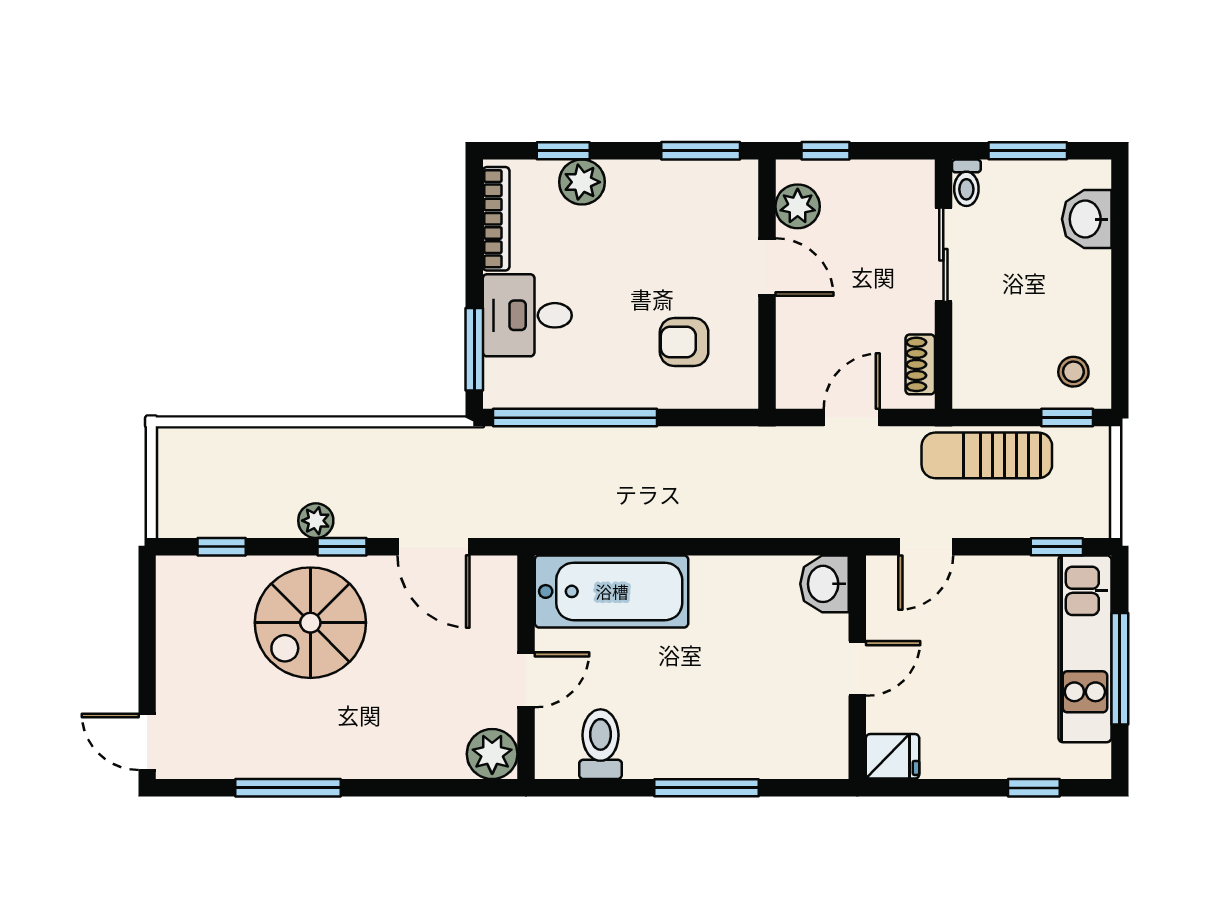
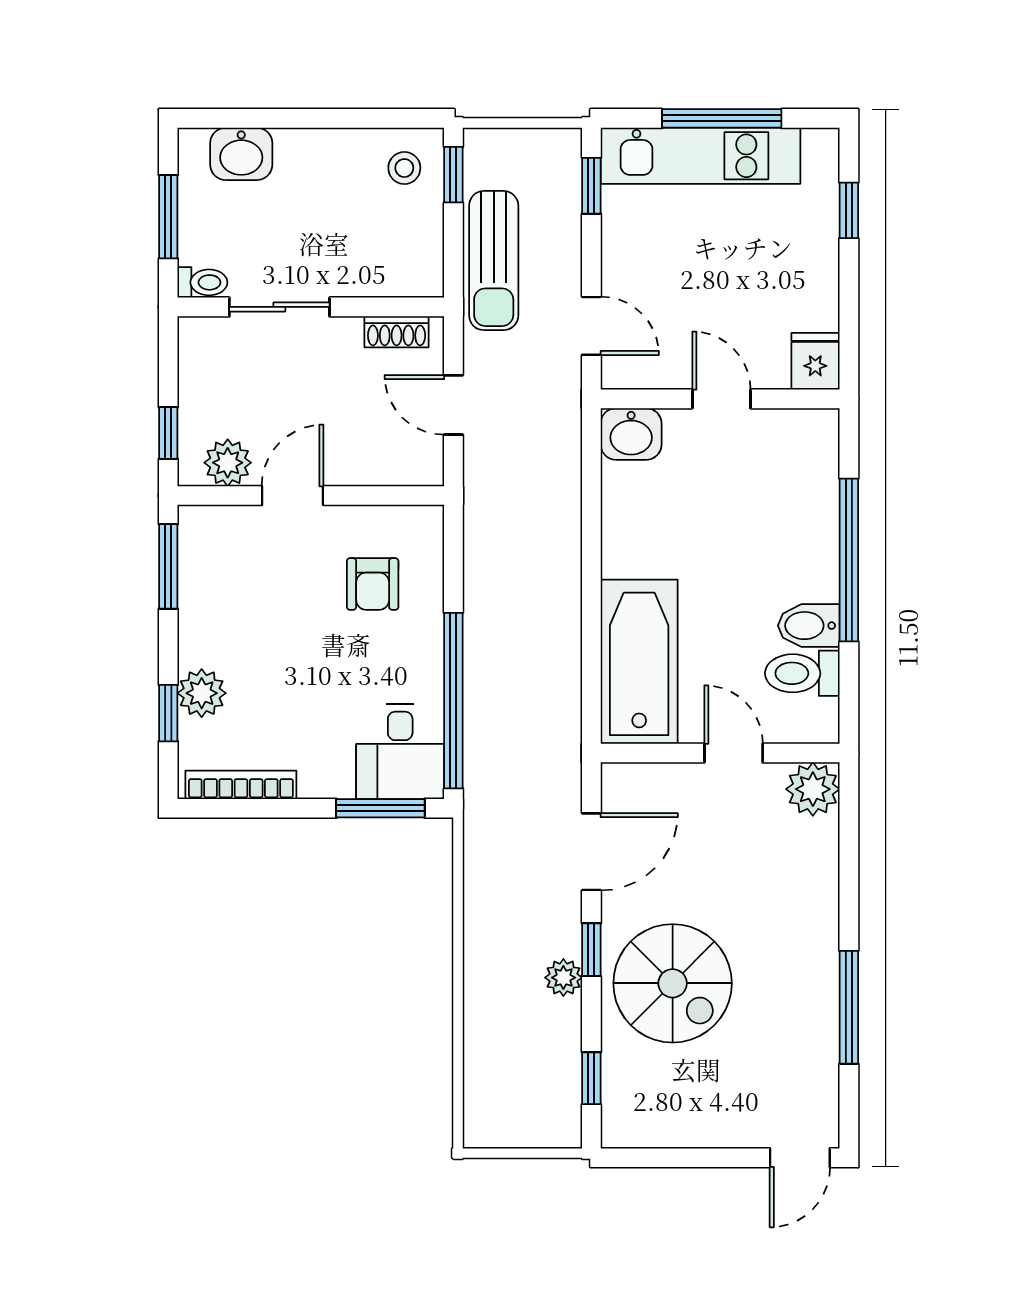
desk: (527, 315) -> (400, 752), moved
bidet: (645, 750) -> (809, 626), added
window: (707, 788) -> (849, 560), width x1.46

